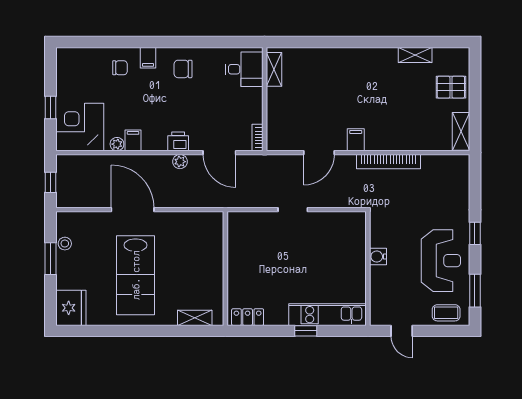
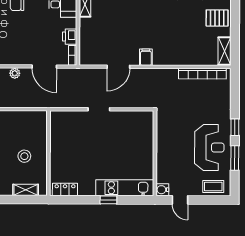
printer: (178, 141) -> (70, 37), moved, turned -90
bookcase: (389, 162) -> (202, 74), moved
water cooler: (378, 257) -> (162, 190), moved
stool: (193, 273) -> (24, 156), added
window: (475, 291) -> (235, 158), moved

